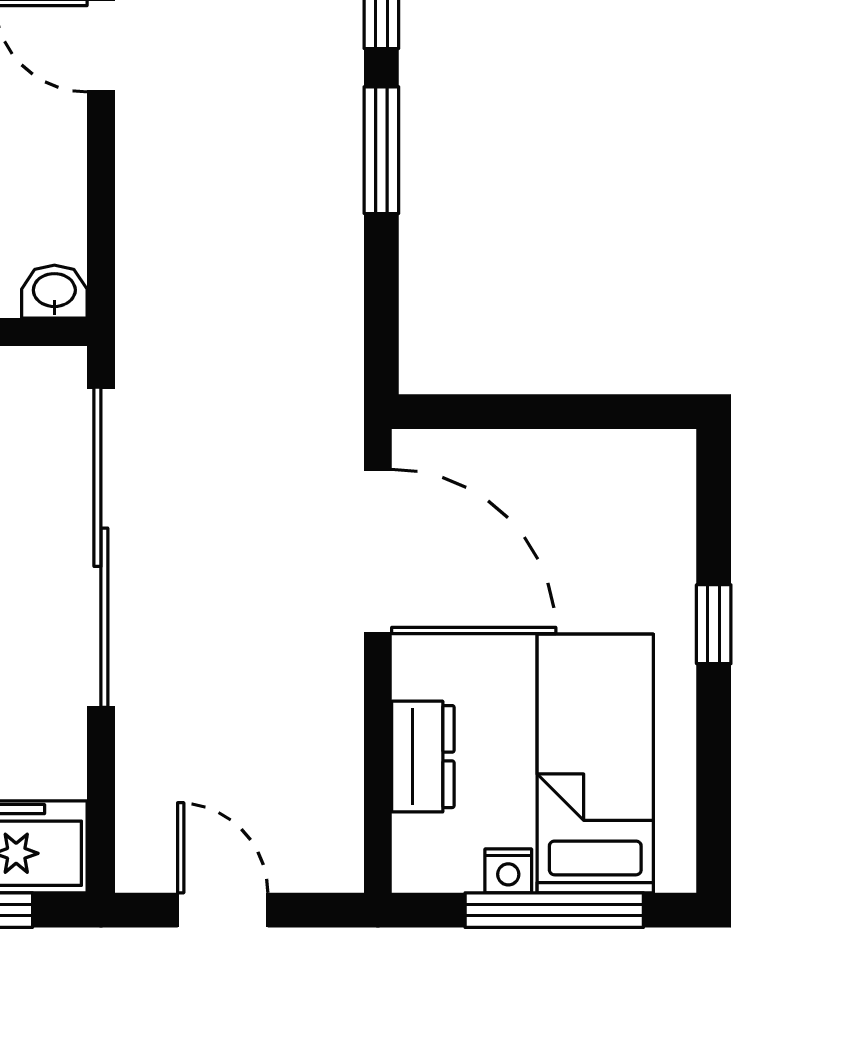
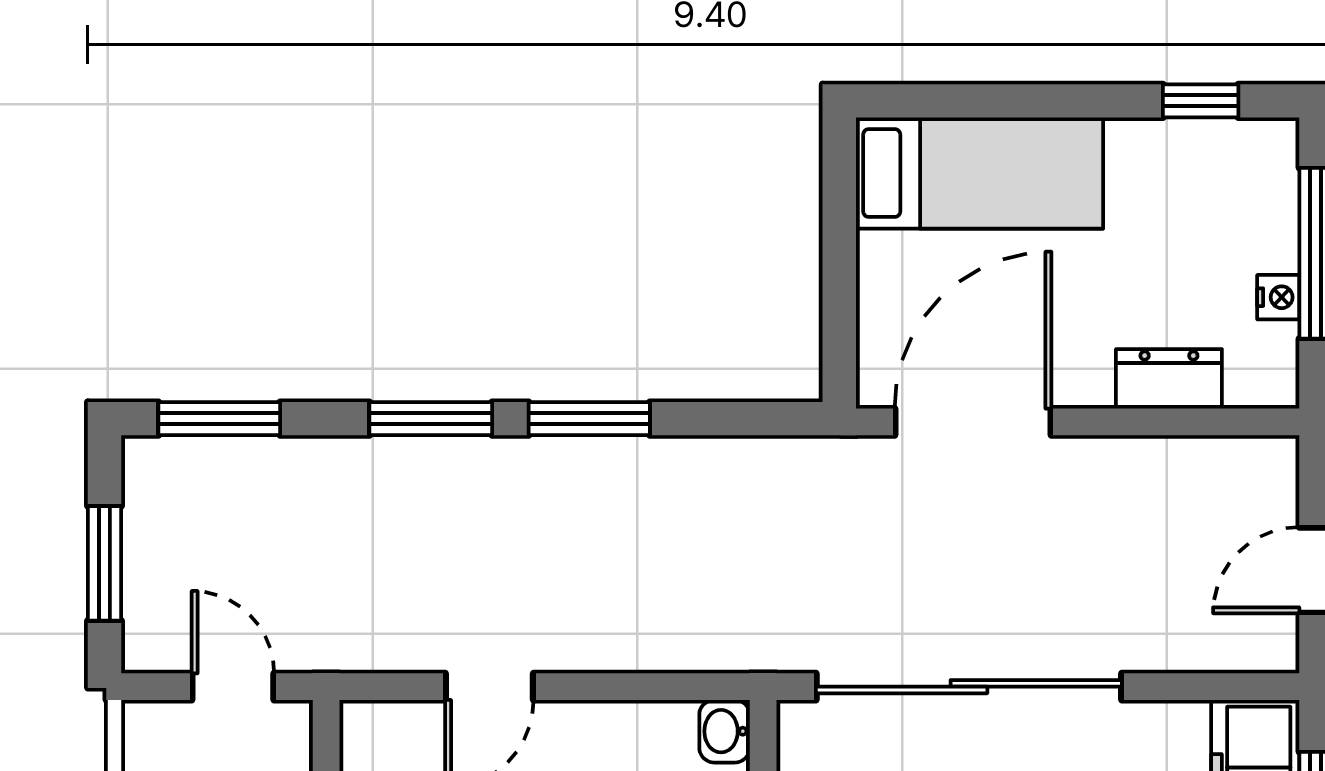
window: (714, 624) -> (1201, 101), moved
bed: (595, 764) -> (979, 173), moved, turned 180

